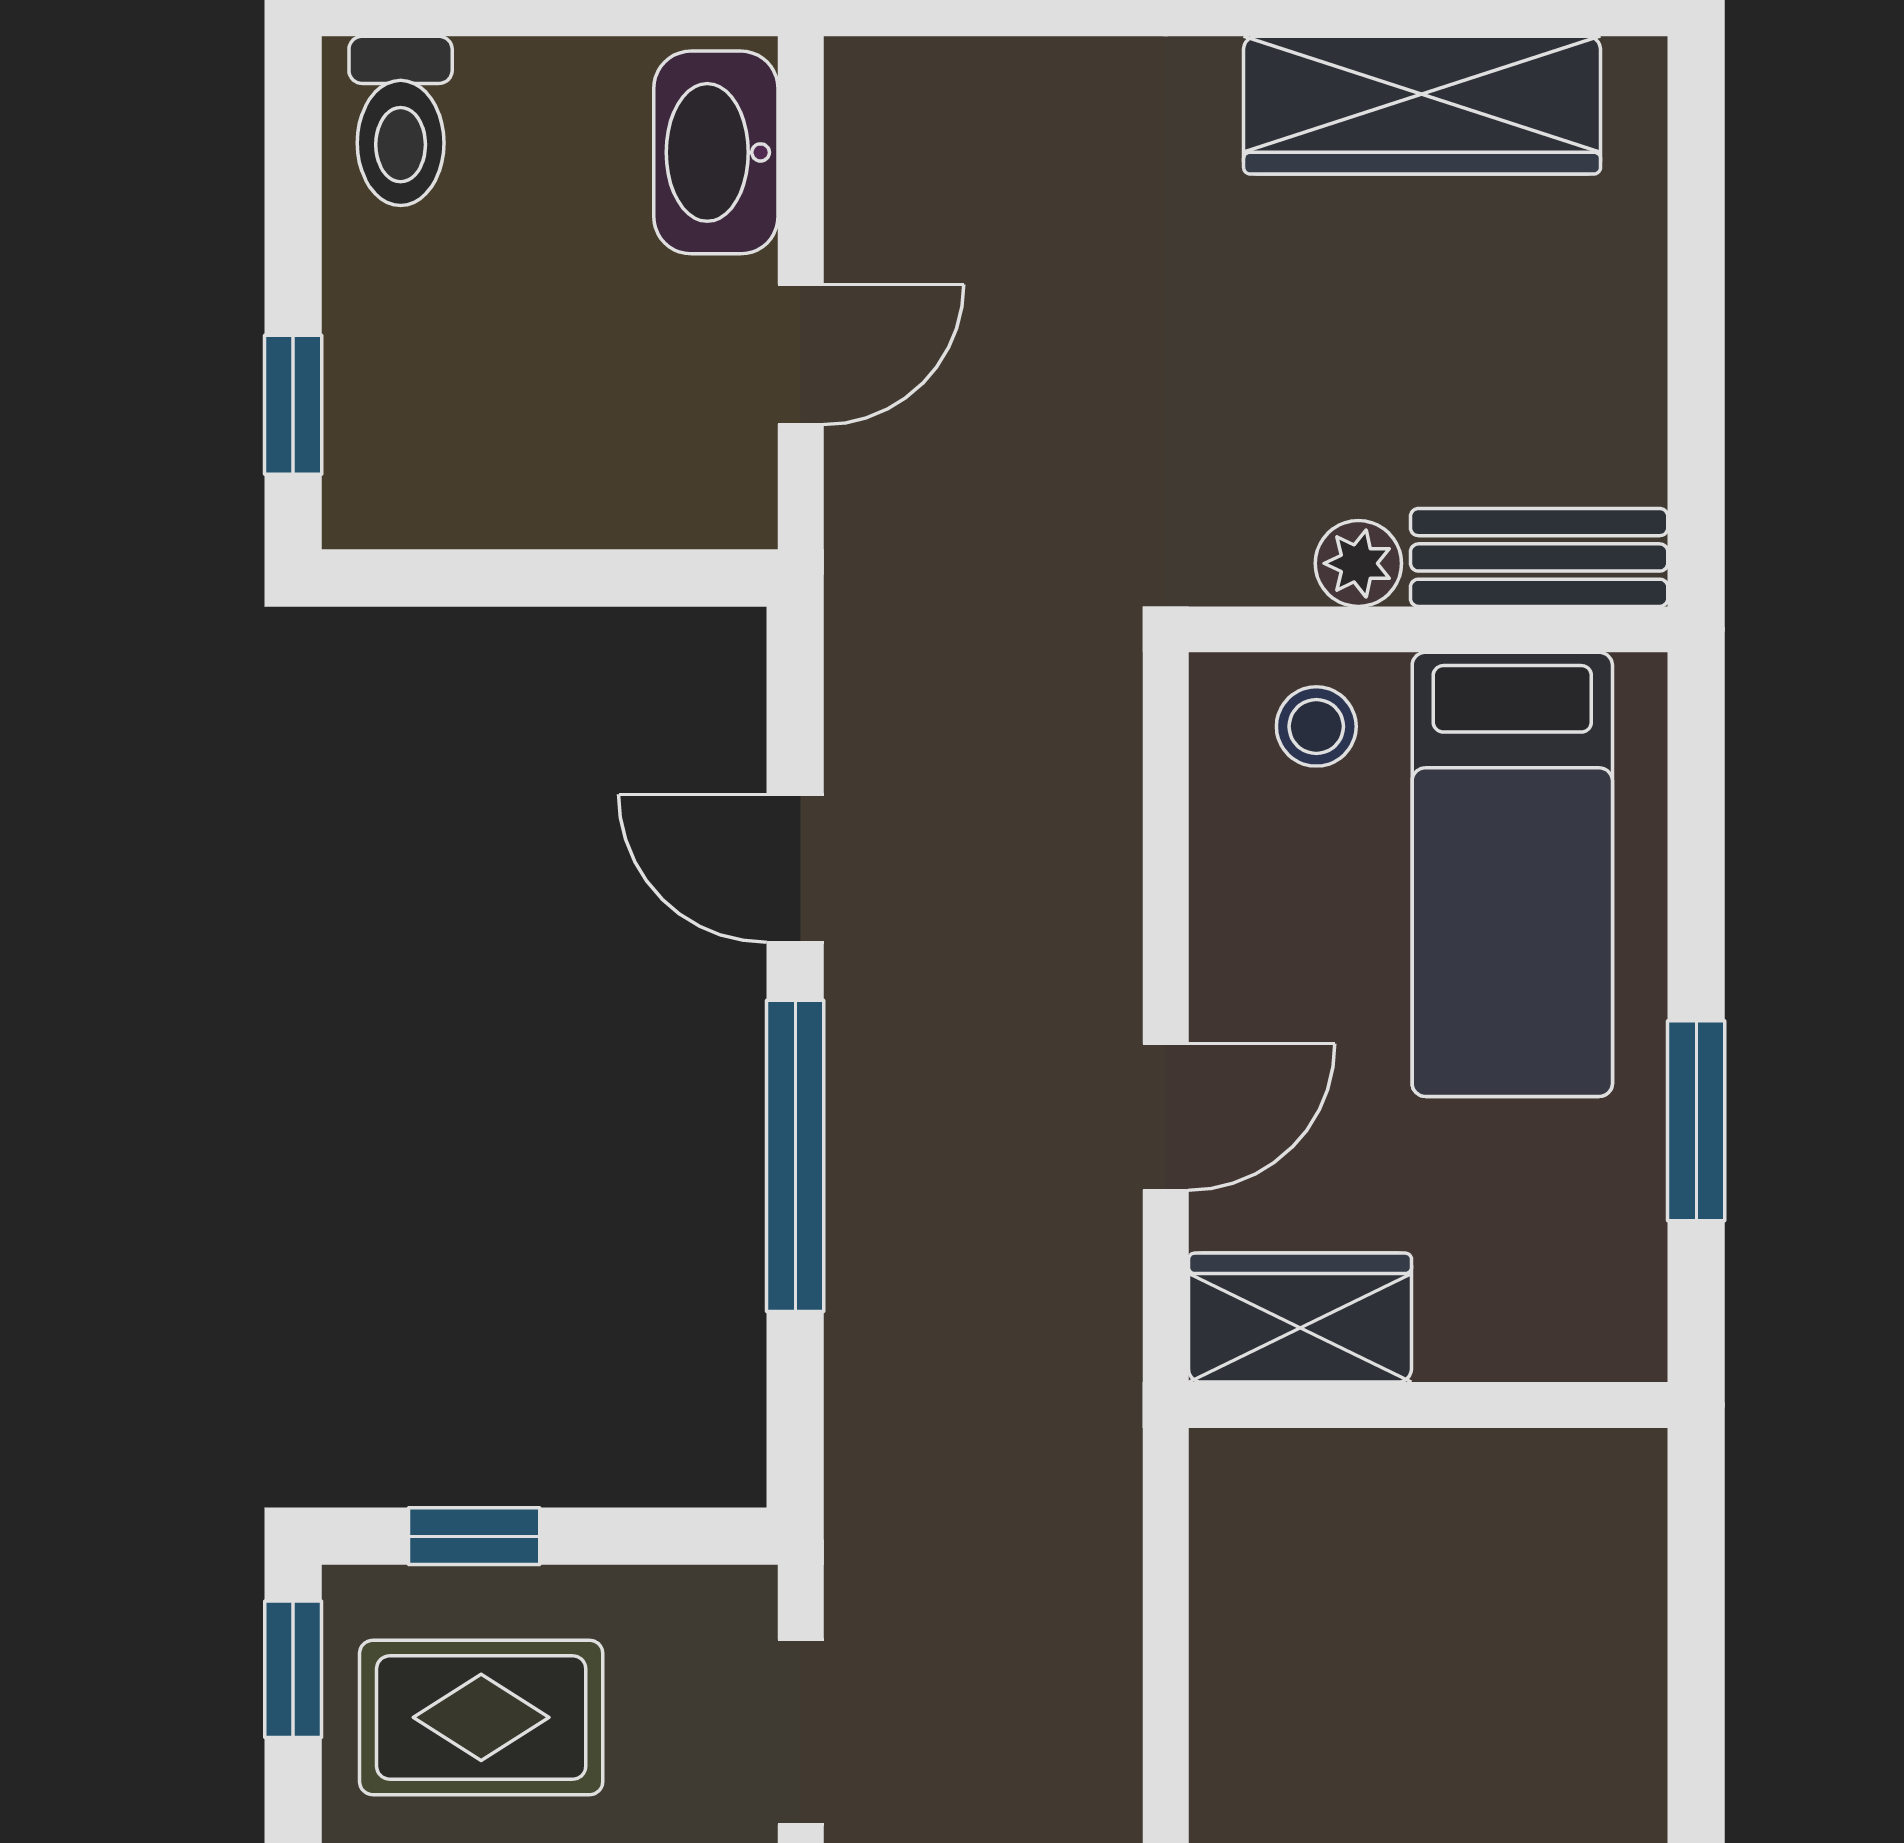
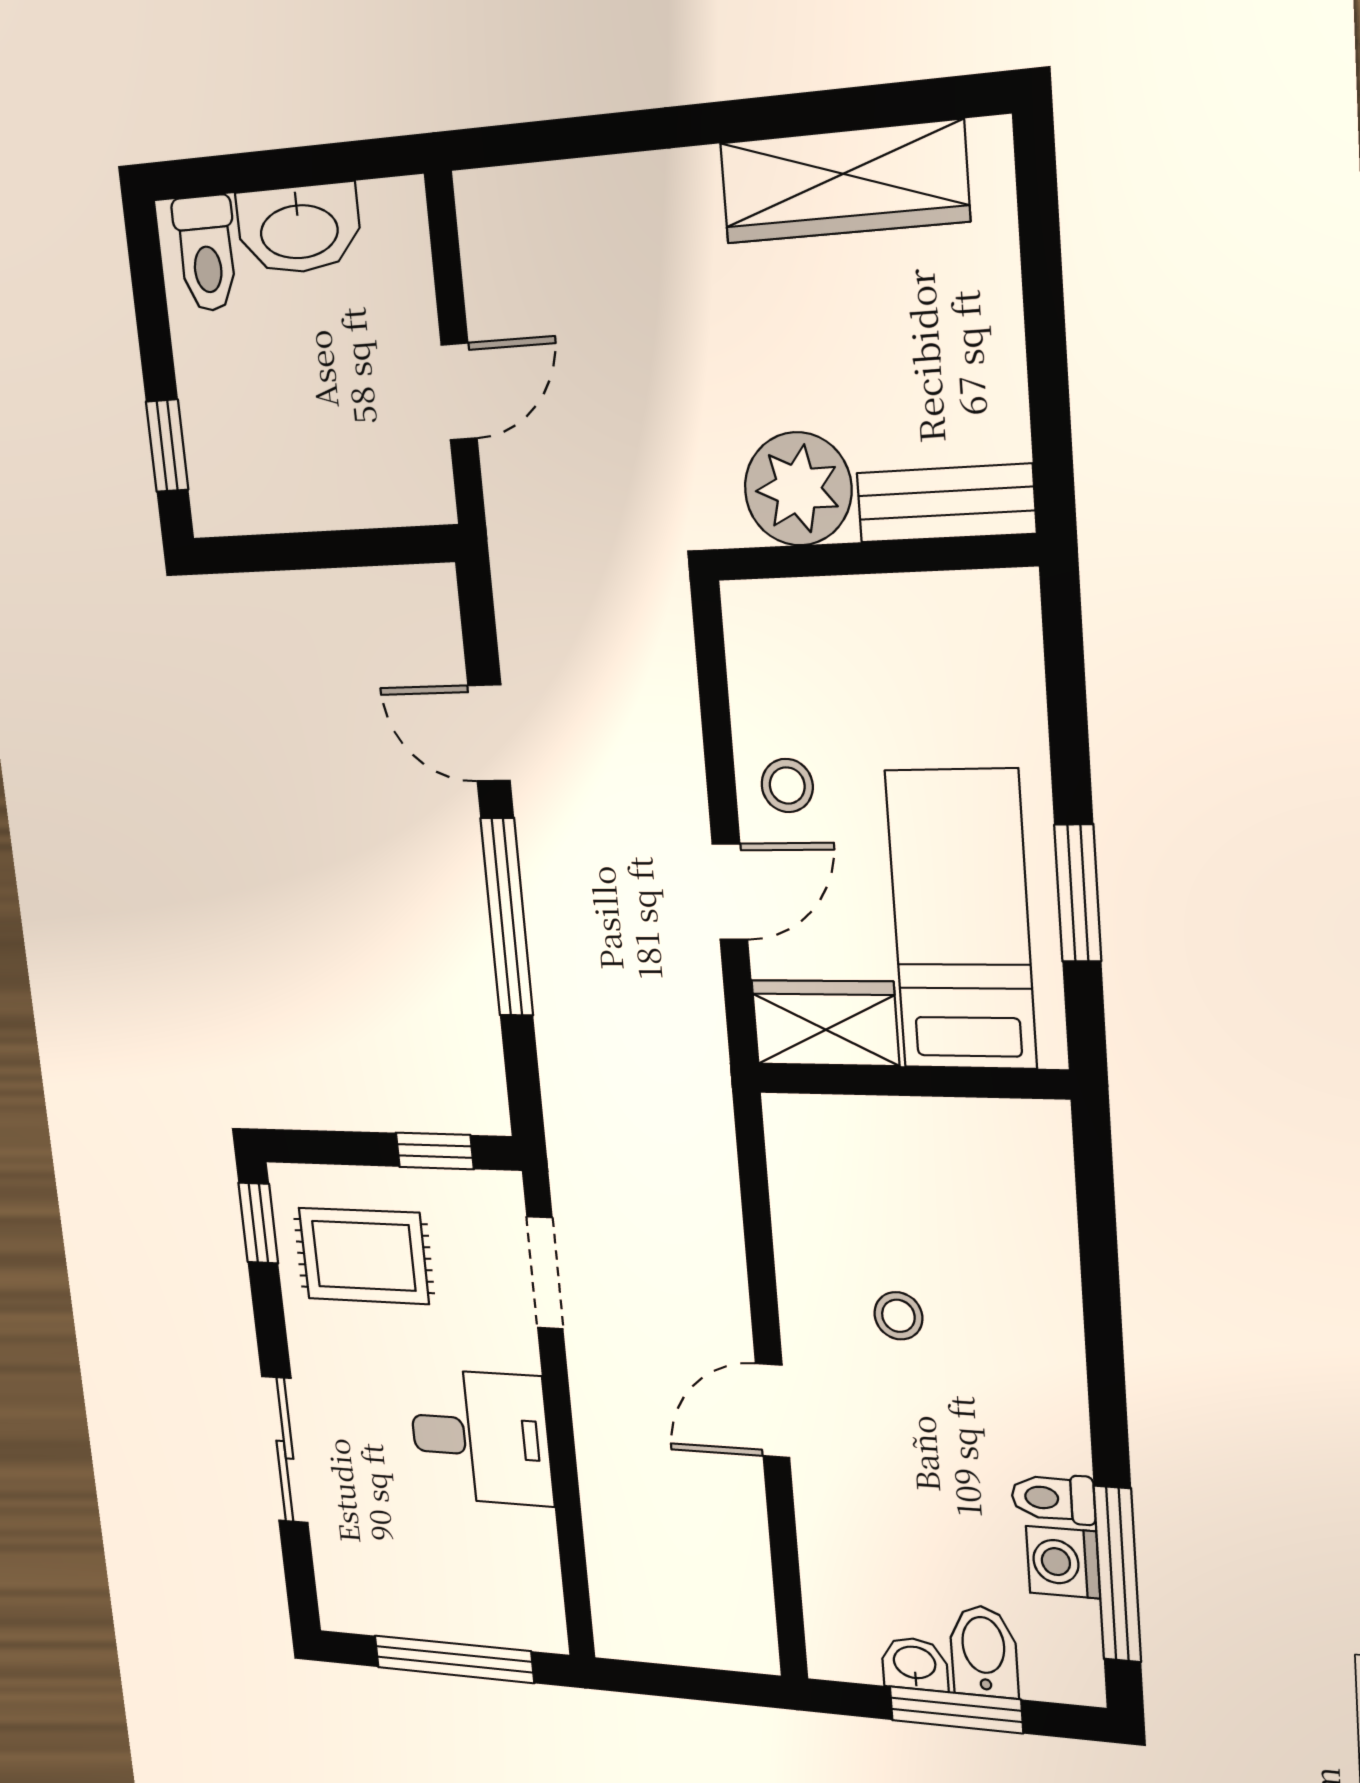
washbasin: (716, 152) -> (299, 229), moved, turned -90
plant: (1358, 563) -> (798, 489), width x1.87, depth x1.87
stool: (1316, 726) -> (787, 785), moved
bed: (1512, 874) -> (961, 920), moved, turned 180
window: (474, 1536) -> (435, 1151), moved
stool: (1381, 1774) -> (898, 1316), added

